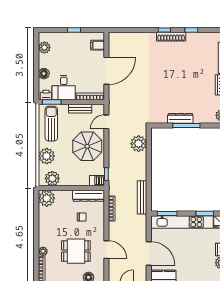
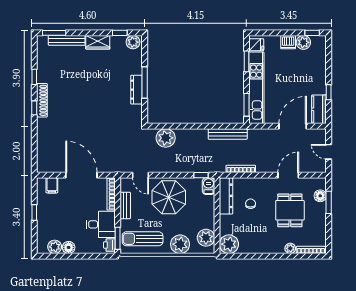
floor lamp: (44, 74) -> (69, 247), moved

